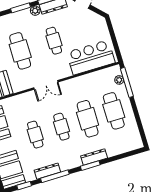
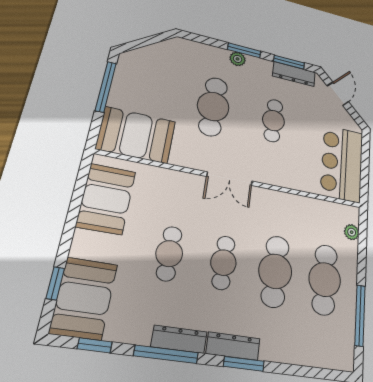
plant: (35, 11) -> (238, 59), moved
bar counter: (91, 57) -> (342, 163), moved, turned -90
window: (127, 82) -> (360, 315), moved
dresser: (94, 157) -> (233, 346), moved
dresser: (47, 171) -> (179, 339), moved

